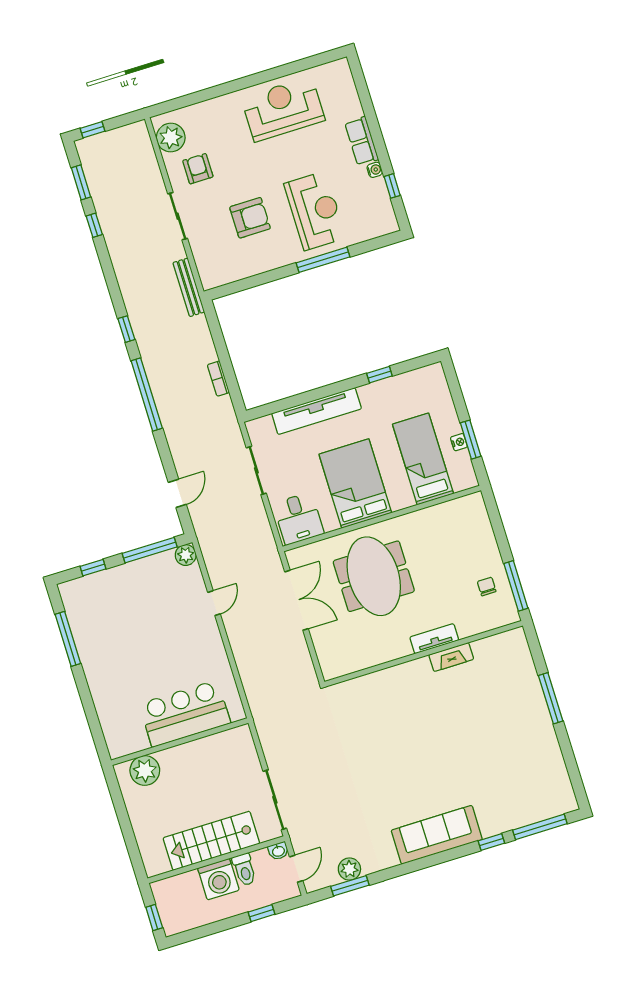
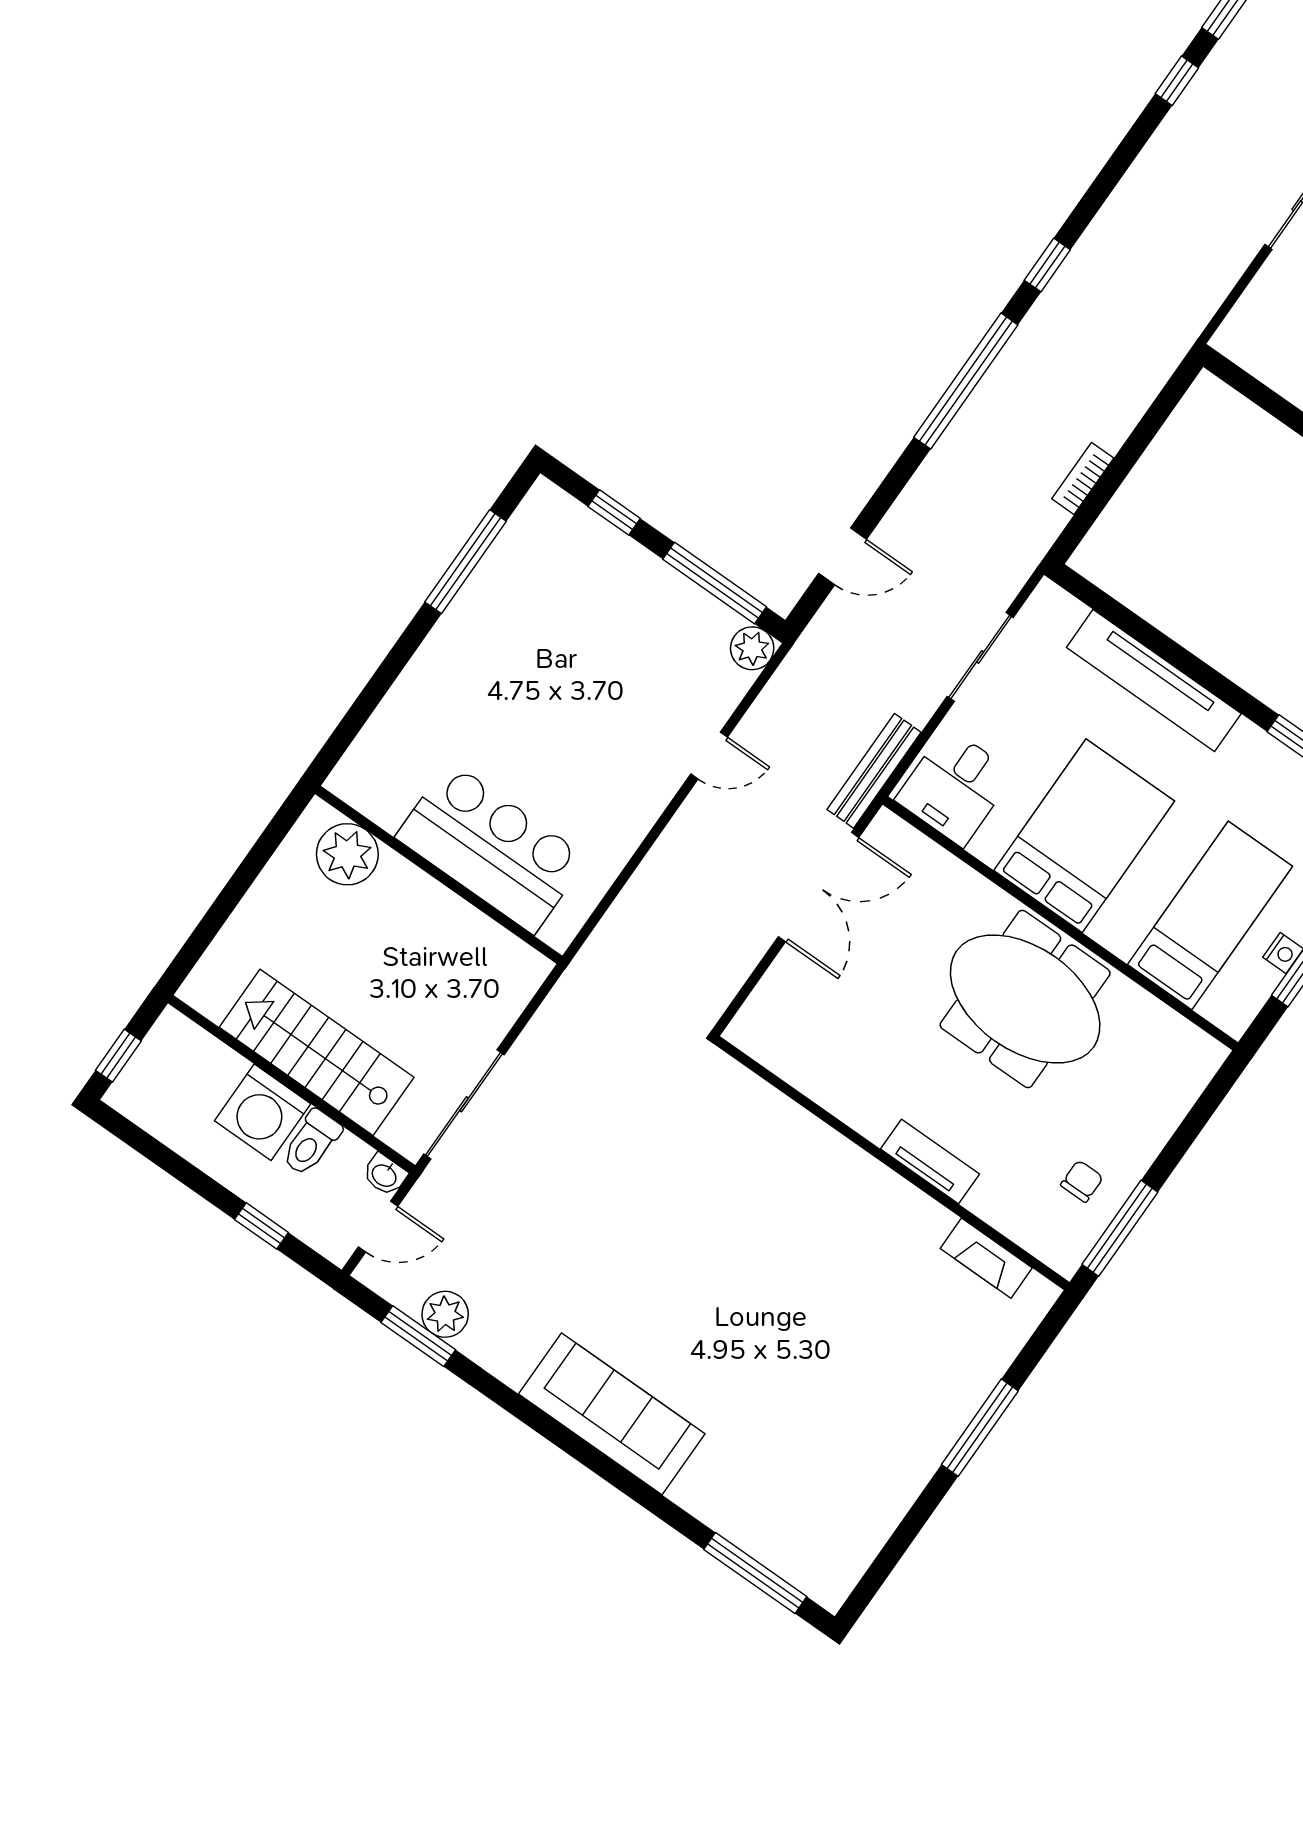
bench: (189, 287) -> (874, 771), moved
meeting table: (374, 576) -> (1025, 999), moved, turned 90
fireplace: (451, 657) -> (986, 1258), moved
window: (491, 842) -> (669, 1512), removed

